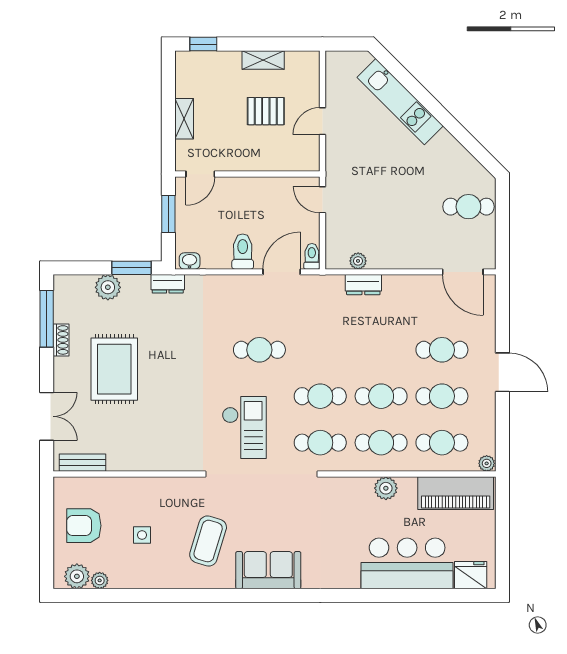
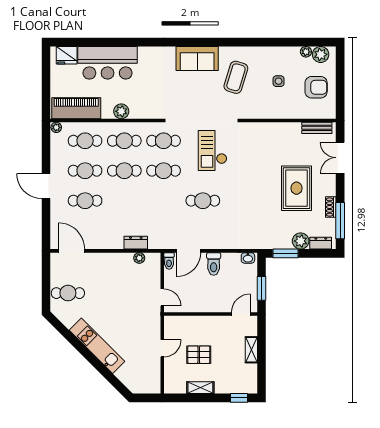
kitchen unit: (400, 102) -> (97, 346), moved
dresser: (168, 284) -> (321, 243), moved

